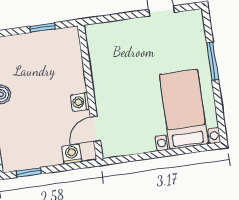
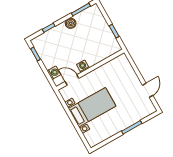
bed with nightstands: (184, 109) -> (92, 107), moved

